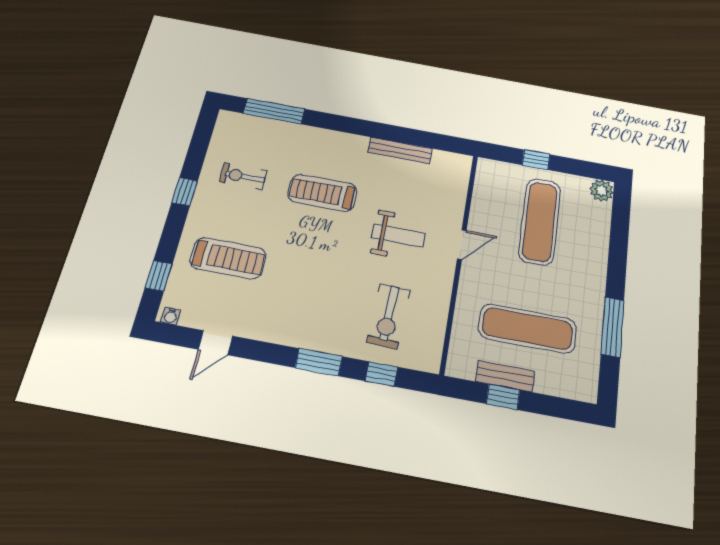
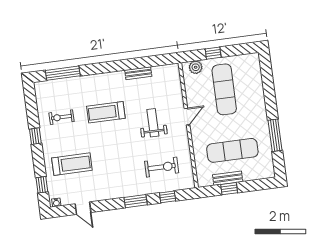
bench: (400, 150) -> (138, 73), width x0.73
plant: (602, 191) -> (196, 67), moved
weight bench: (398, 236) -> (153, 123), turned -90
exercise bike: (388, 316) -> (162, 167), turned -92
door: (215, 343) -> (83, 208), hinge flipped

